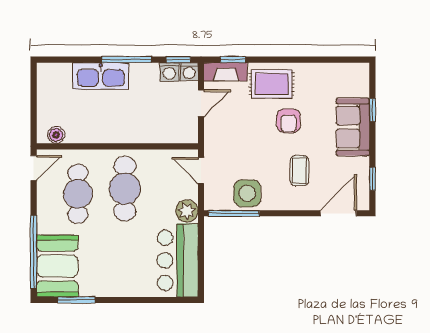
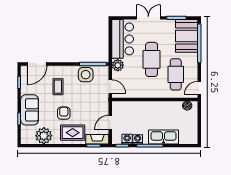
washing machine: (189, 72) -> (138, 139), moved
plant: (326, 78) -> (44, 136), added
cafe table: (125, 189) -> (152, 59), moved
double door: (129, 300) -> (148, 18), added

